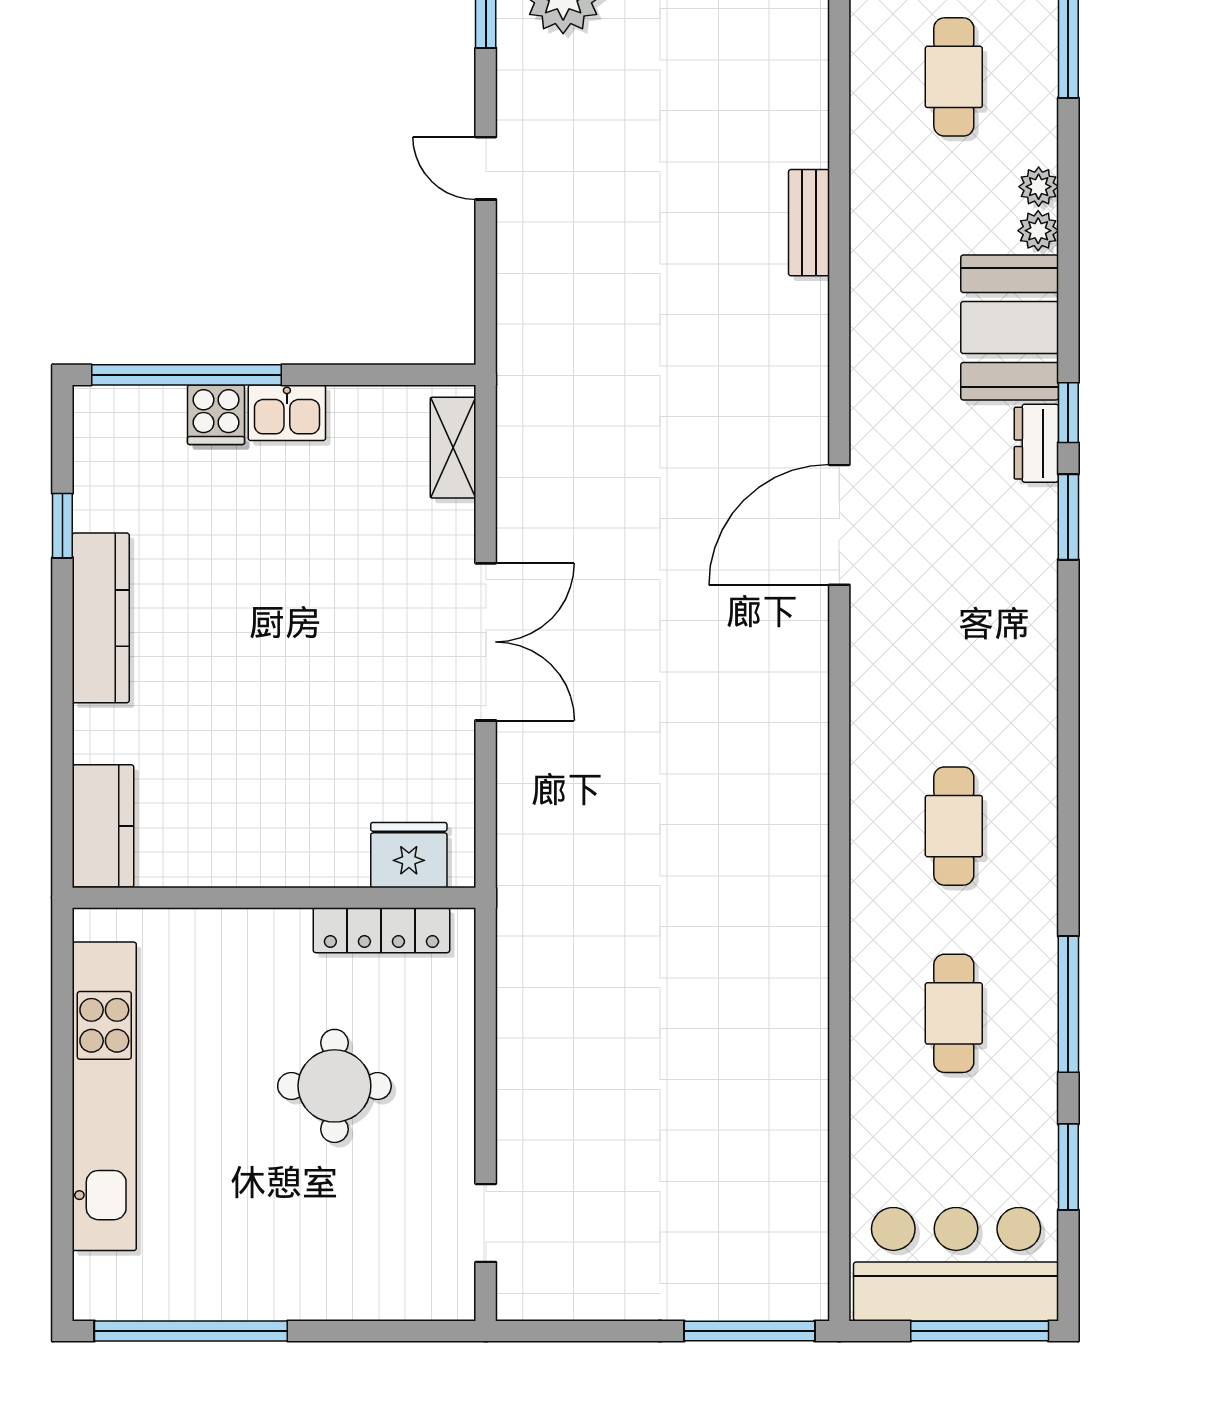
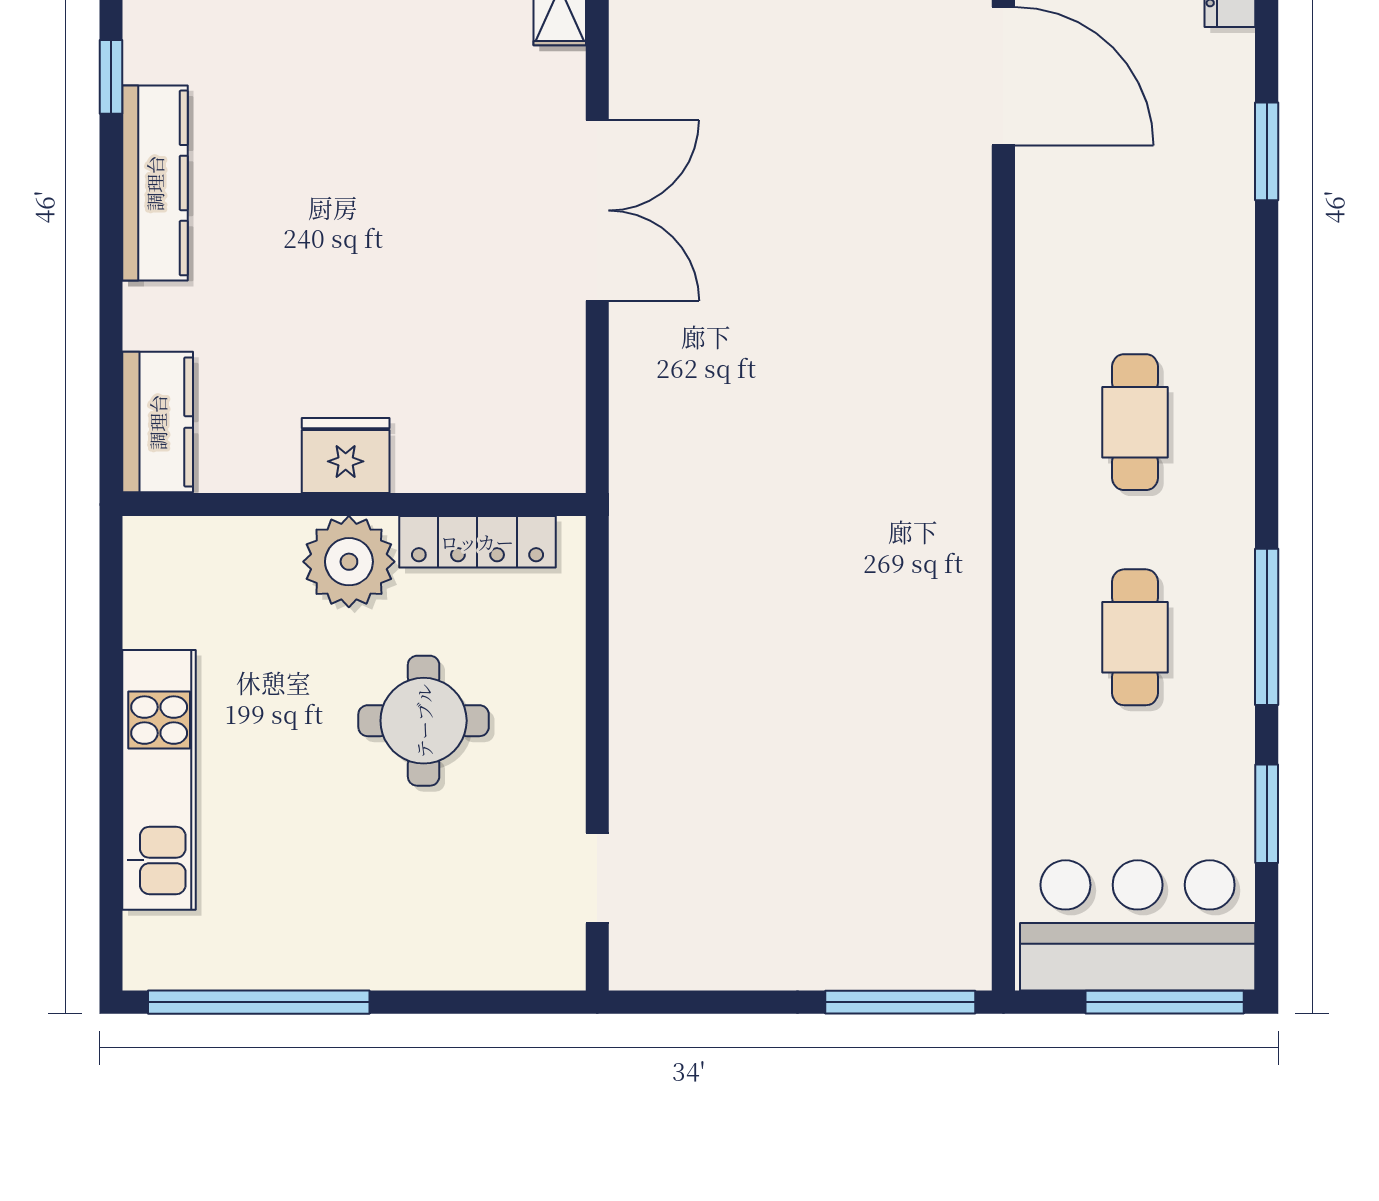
window: (1068, 517) -> (1267, 151), moved
door: (839, 525) -> (1003, 76), swing flipped
fridge: (409, 855) -> (346, 455), moved
plant: (270, 948) -> (349, 562), added
kitchen unit: (104, 1096) -> (159, 780), width x0.73

